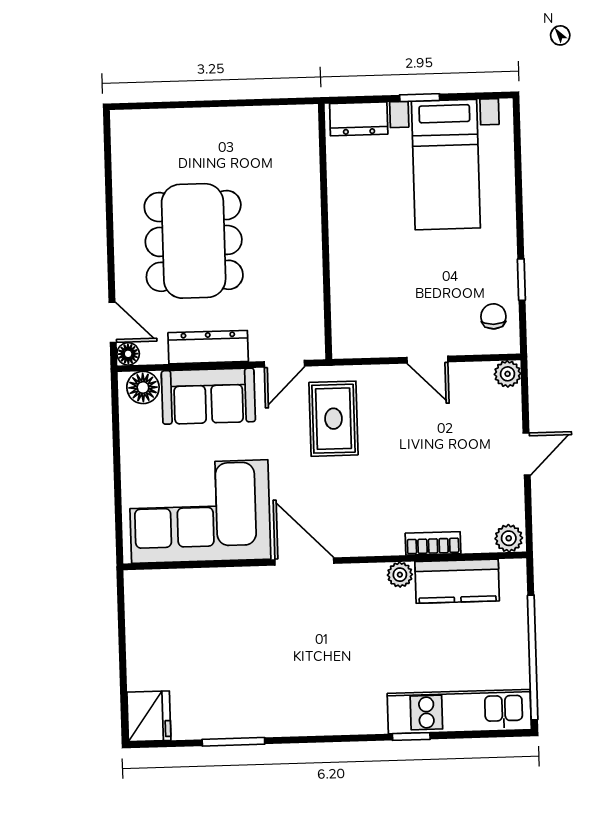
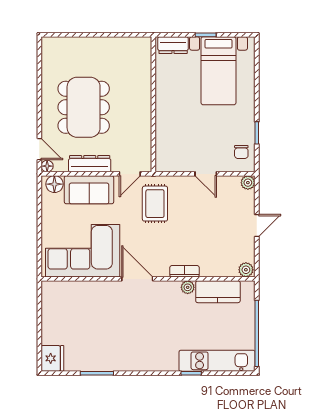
chair: (493, 316) -> (241, 152), turned 180
bookcase: (433, 543) -> (185, 271), moved

